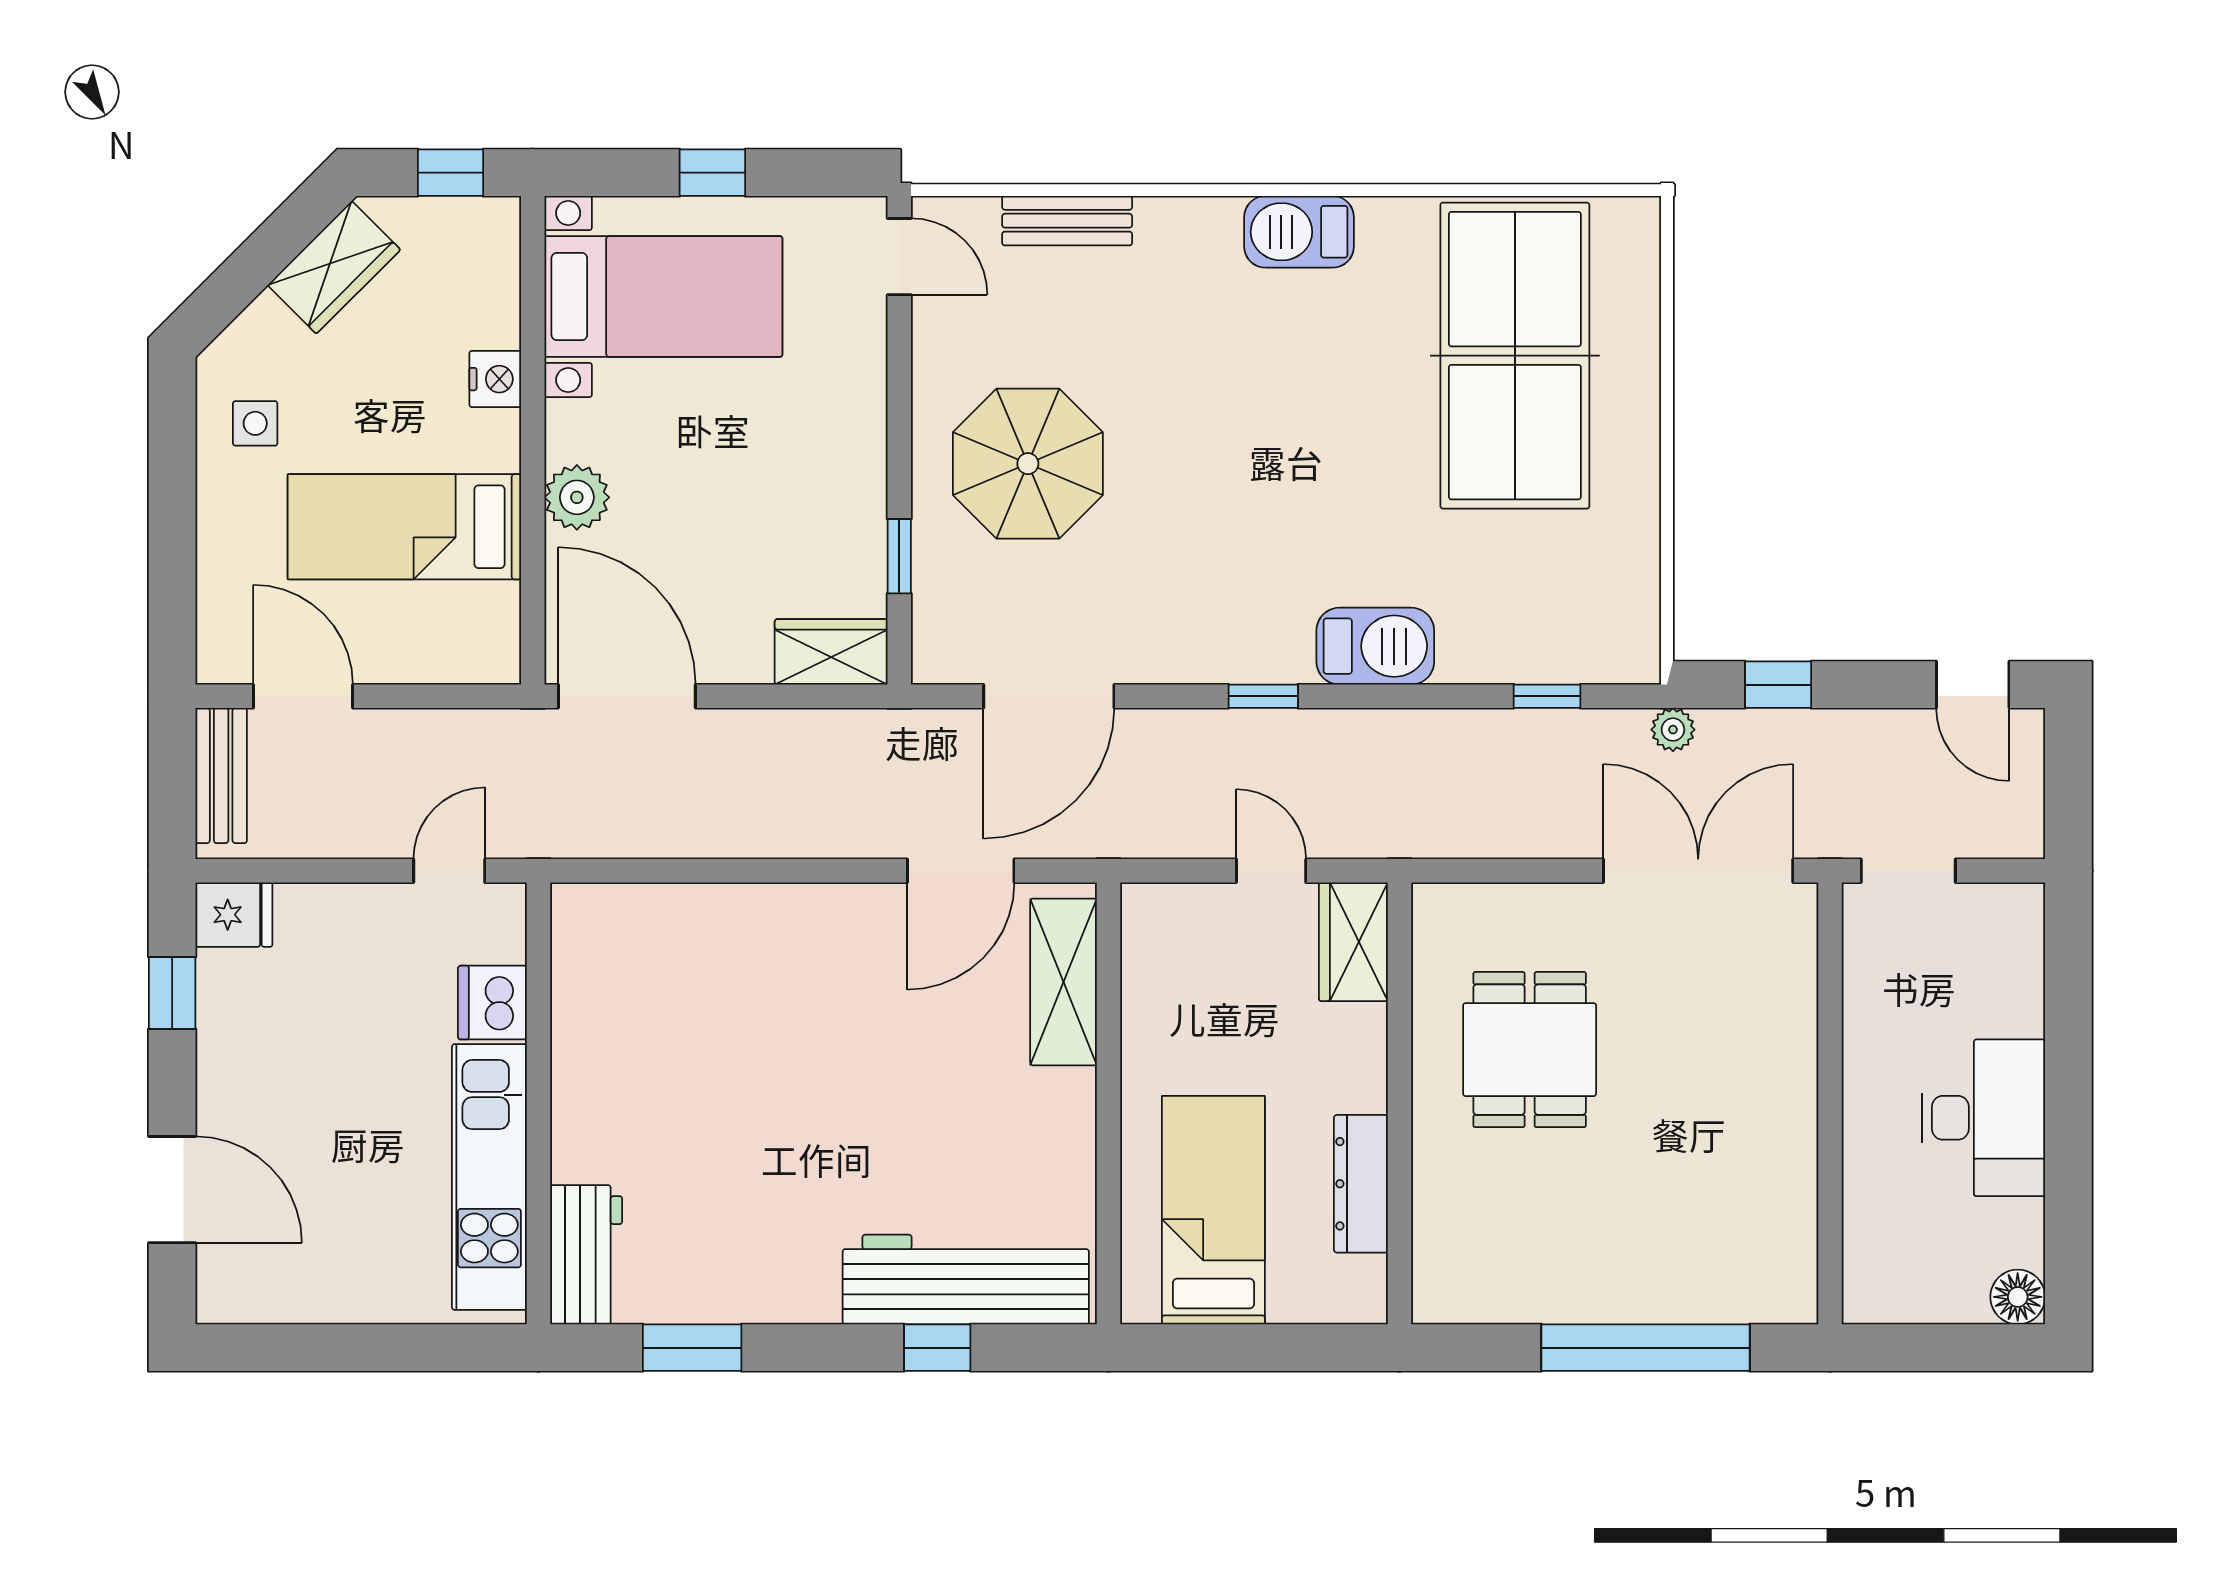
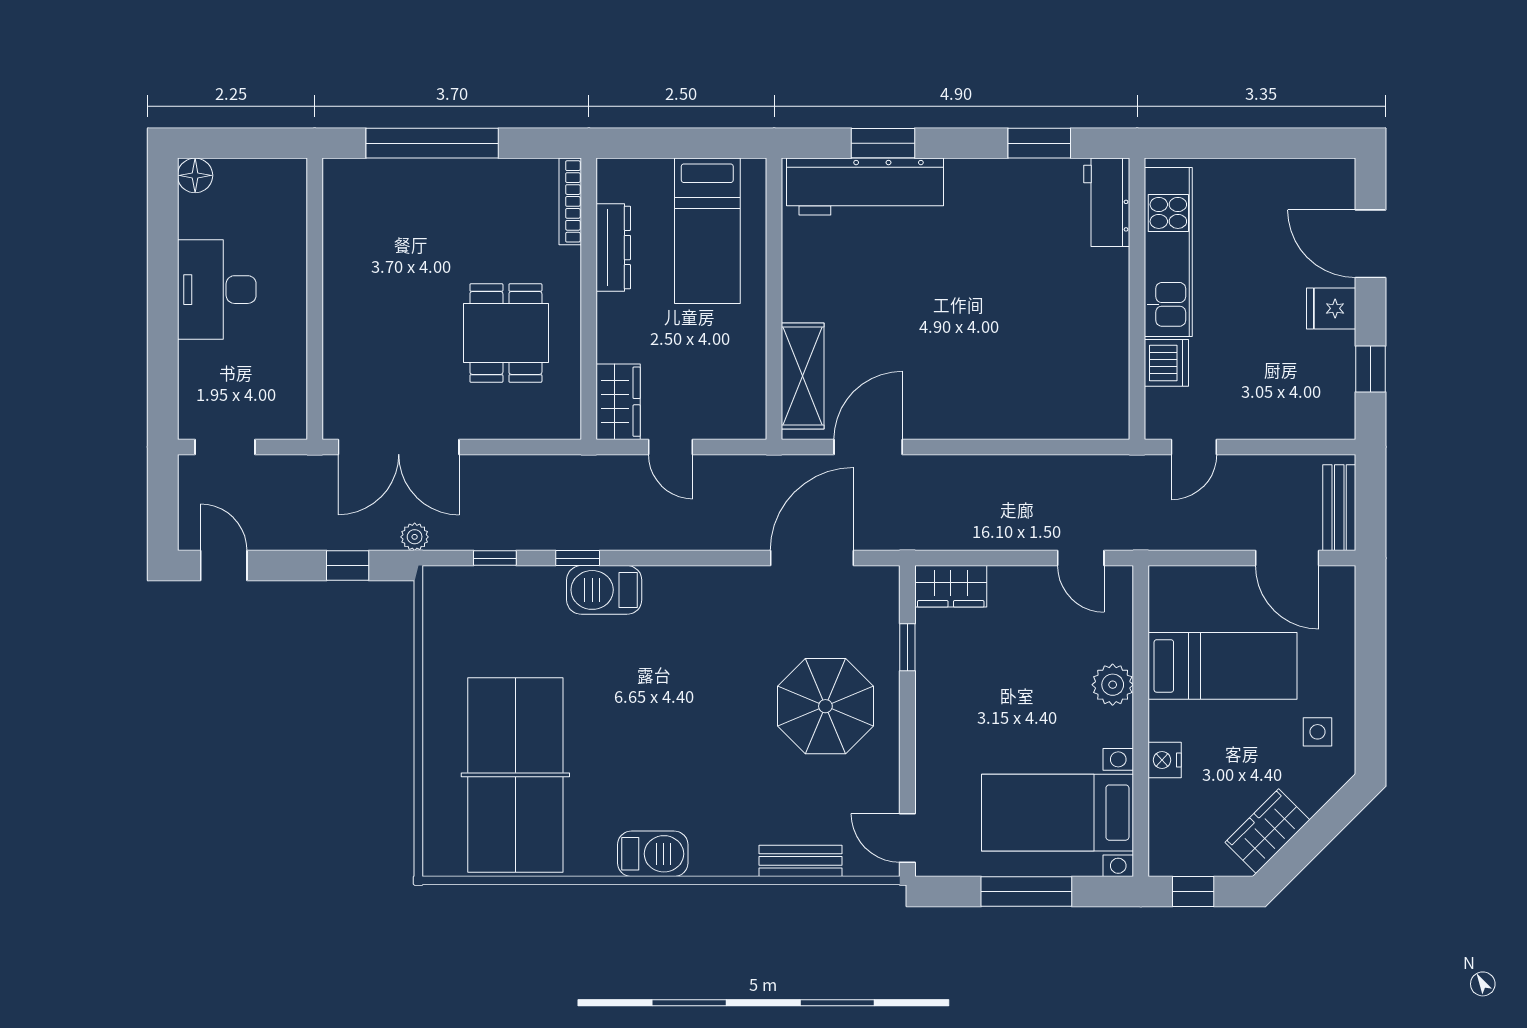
window: (712, 173) -> (1026, 891), width x2.17
door: (627, 696) -> (1081, 558), width x0.53
window: (1263, 696) -> (578, 558), moved
doorway: (1908, 871) -> (225, 447), moved
fridge: (234, 915) -> (1331, 308), moved
bookcase: (1429, 1256) -> (570, 201), added
window: (937, 1348) -> (883, 143), width x1.50

